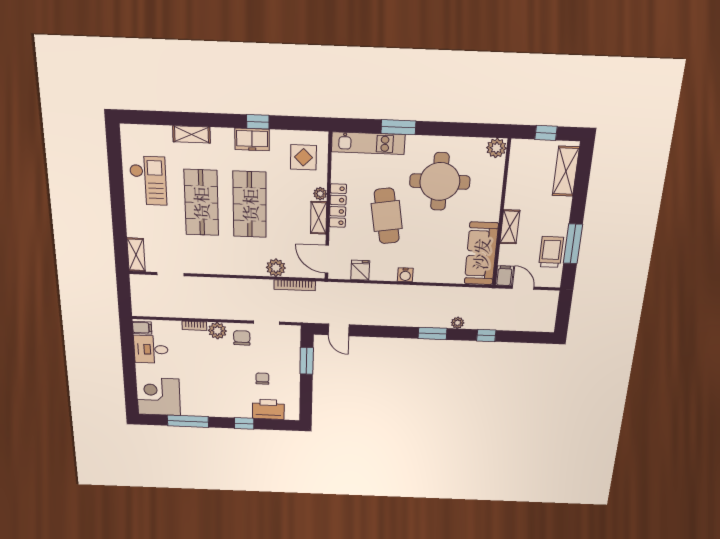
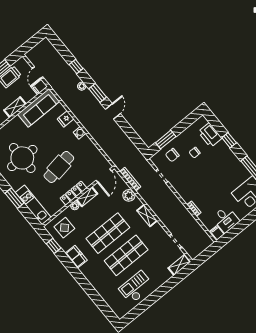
window: (258, 122) -> (54, 246), moved
shelving: (192, 134) -> (147, 216), moved
fridge: (360, 270) -> (66, 119), moved
door: (339, 330) -> (113, 111), moved
plant: (217, 331) -> (187, 196), removed
chair: (242, 338) -> (172, 155), moved

